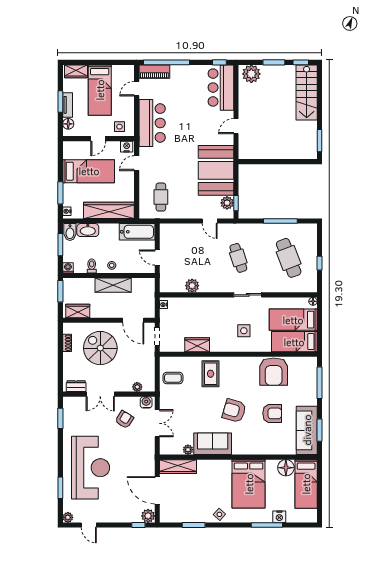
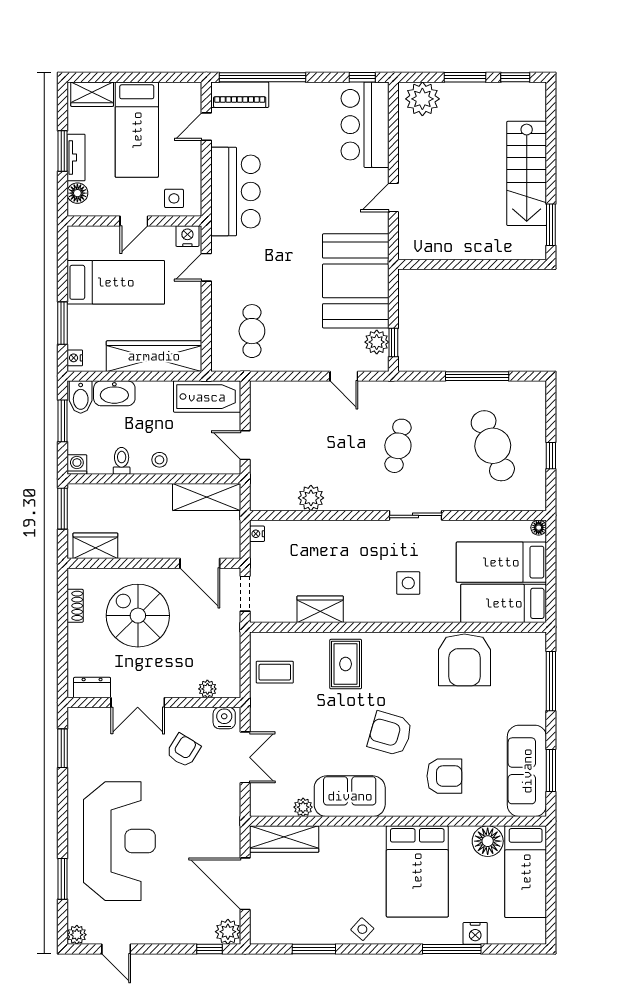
stairs: (307, 92) -> (527, 173), moved
cafe table: (238, 258) -> (398, 446), turned 30
shelving: (113, 285) -> (207, 497), moved
armchair: (272, 413) -> (444, 776), moved

